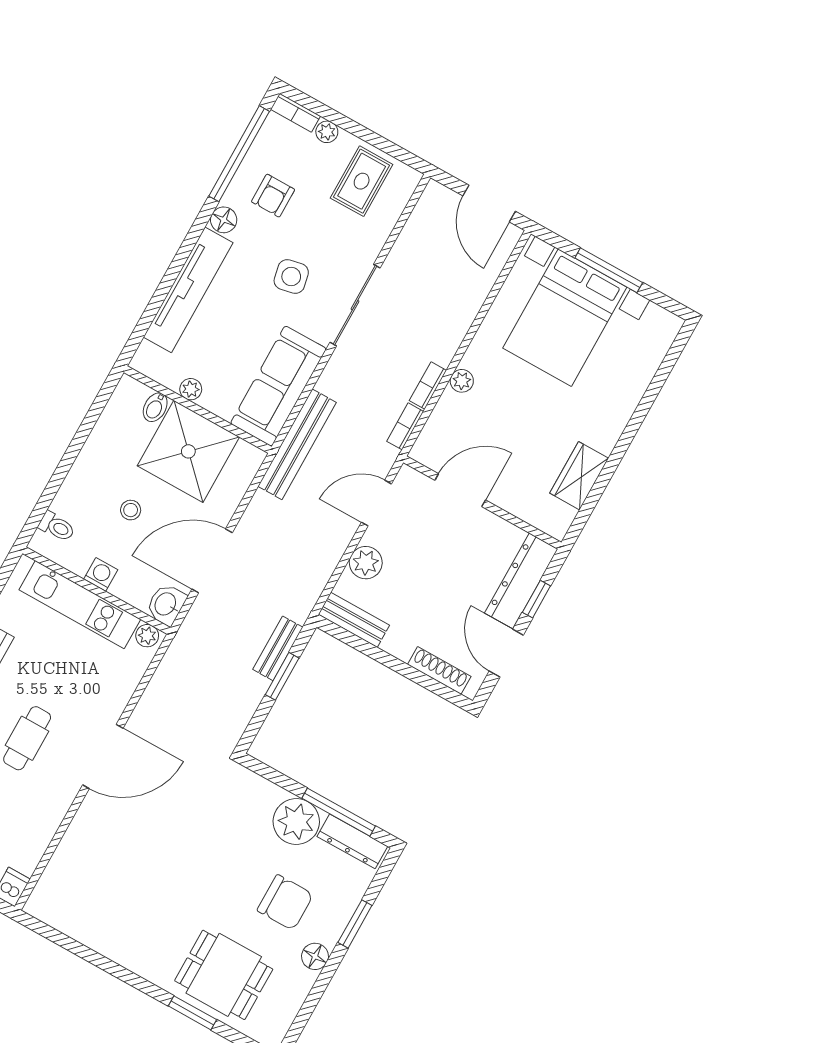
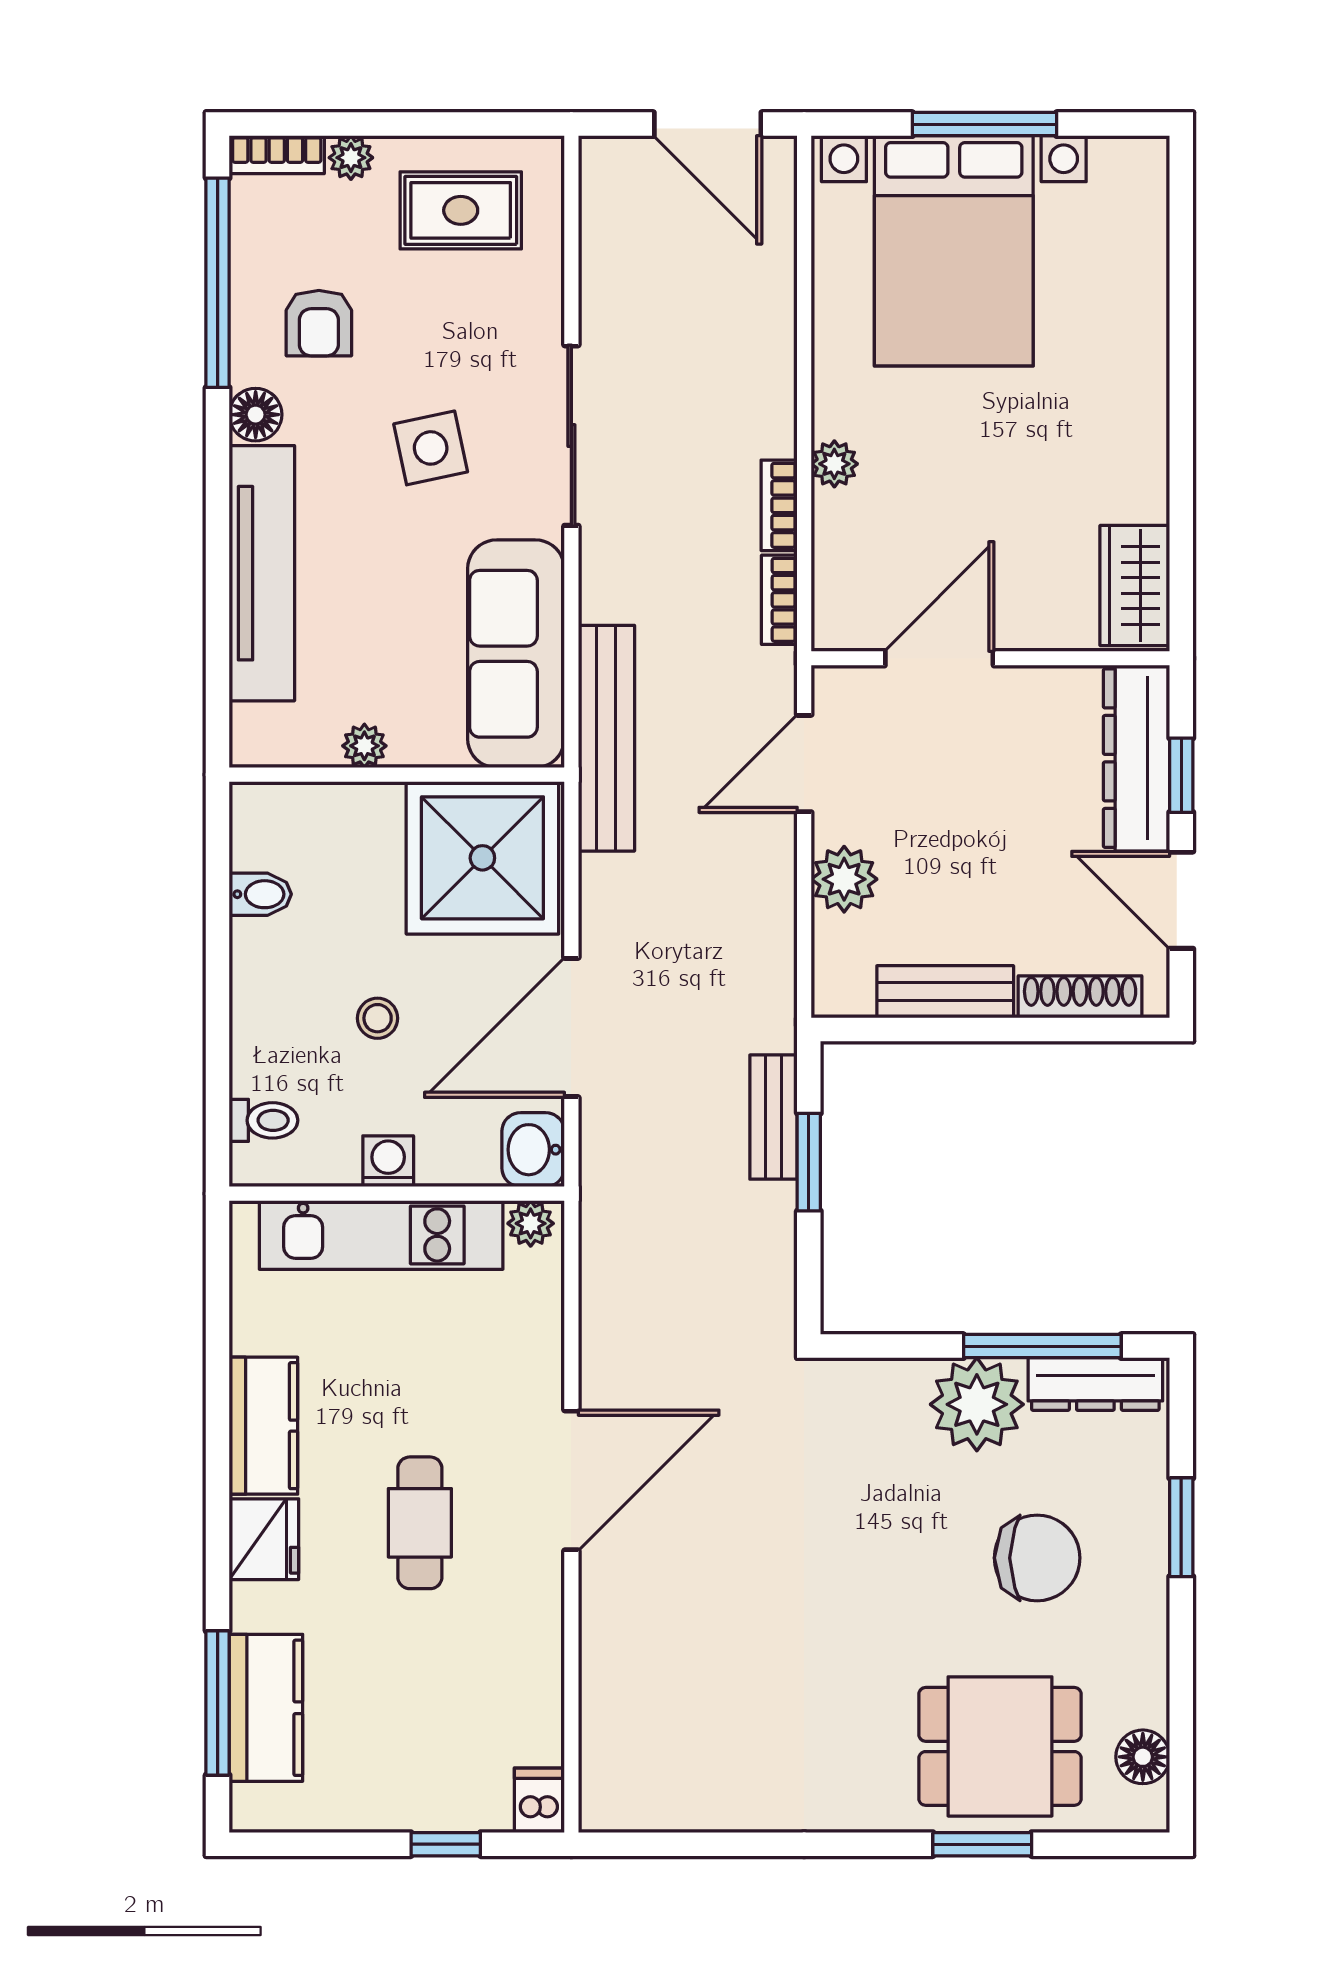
rug: (362, 181) -> (461, 210), turned 90
bidet: (155, 407) -> (260, 894), moved, turned -90
shower: (188, 451) -> (482, 858), moved
wardrobe: (579, 476) -> (1135, 586), moved
bench: (354, 620) -> (945, 992), moved
floor lamp: (315, 956) -> (1143, 1757), moved

